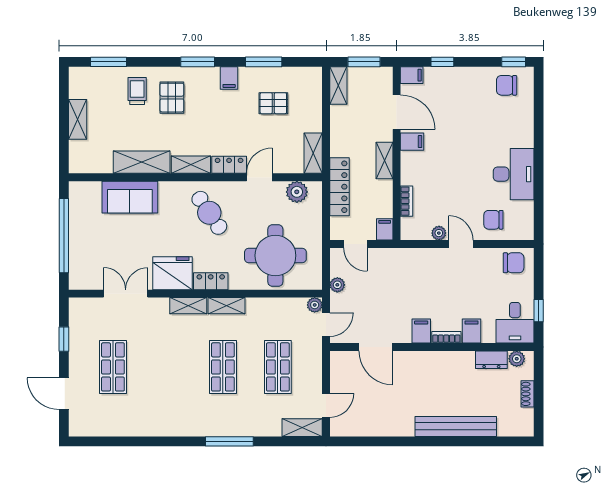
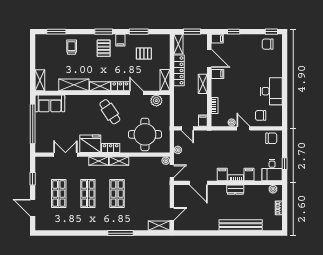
pallet: (172, 98) -> (104, 48), moved
shelving: (78, 119) -> (40, 80), moved
door: (259, 177) -> (136, 93), hinge flipped
locker: (339, 187) -> (179, 70), moved
sofa: (130, 197) -> (50, 103), moved
dresser: (491, 360) -> (235, 190), moved
shop shelf: (278, 367) -> (88, 194), moved

